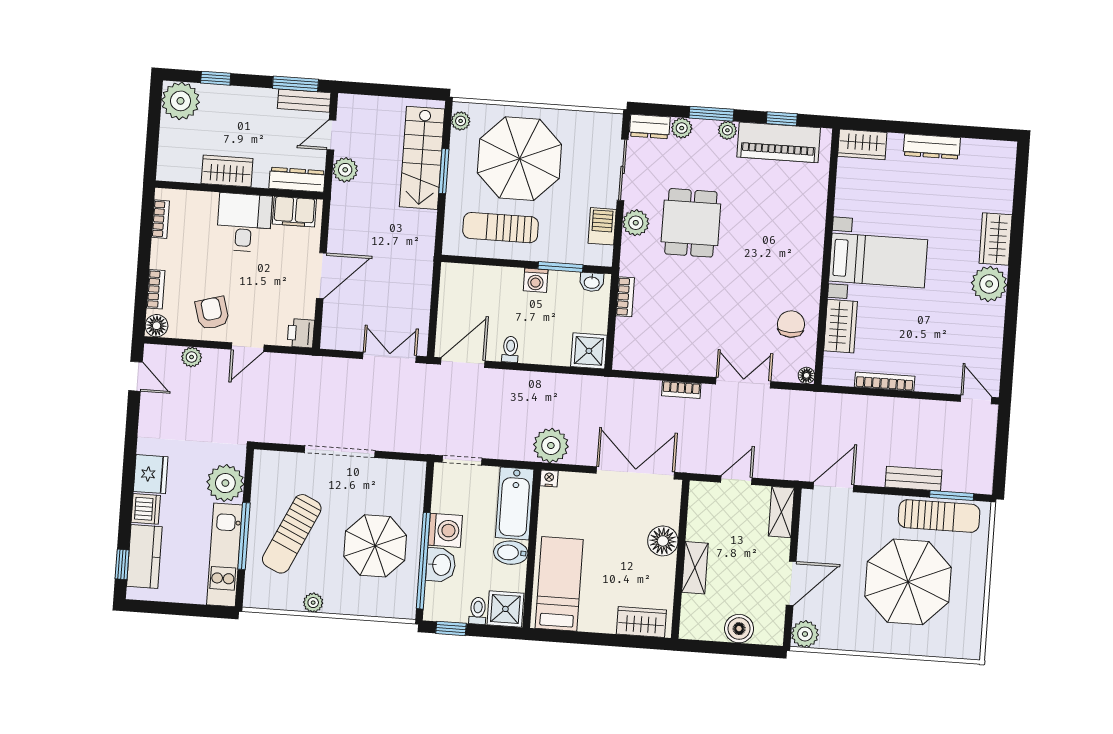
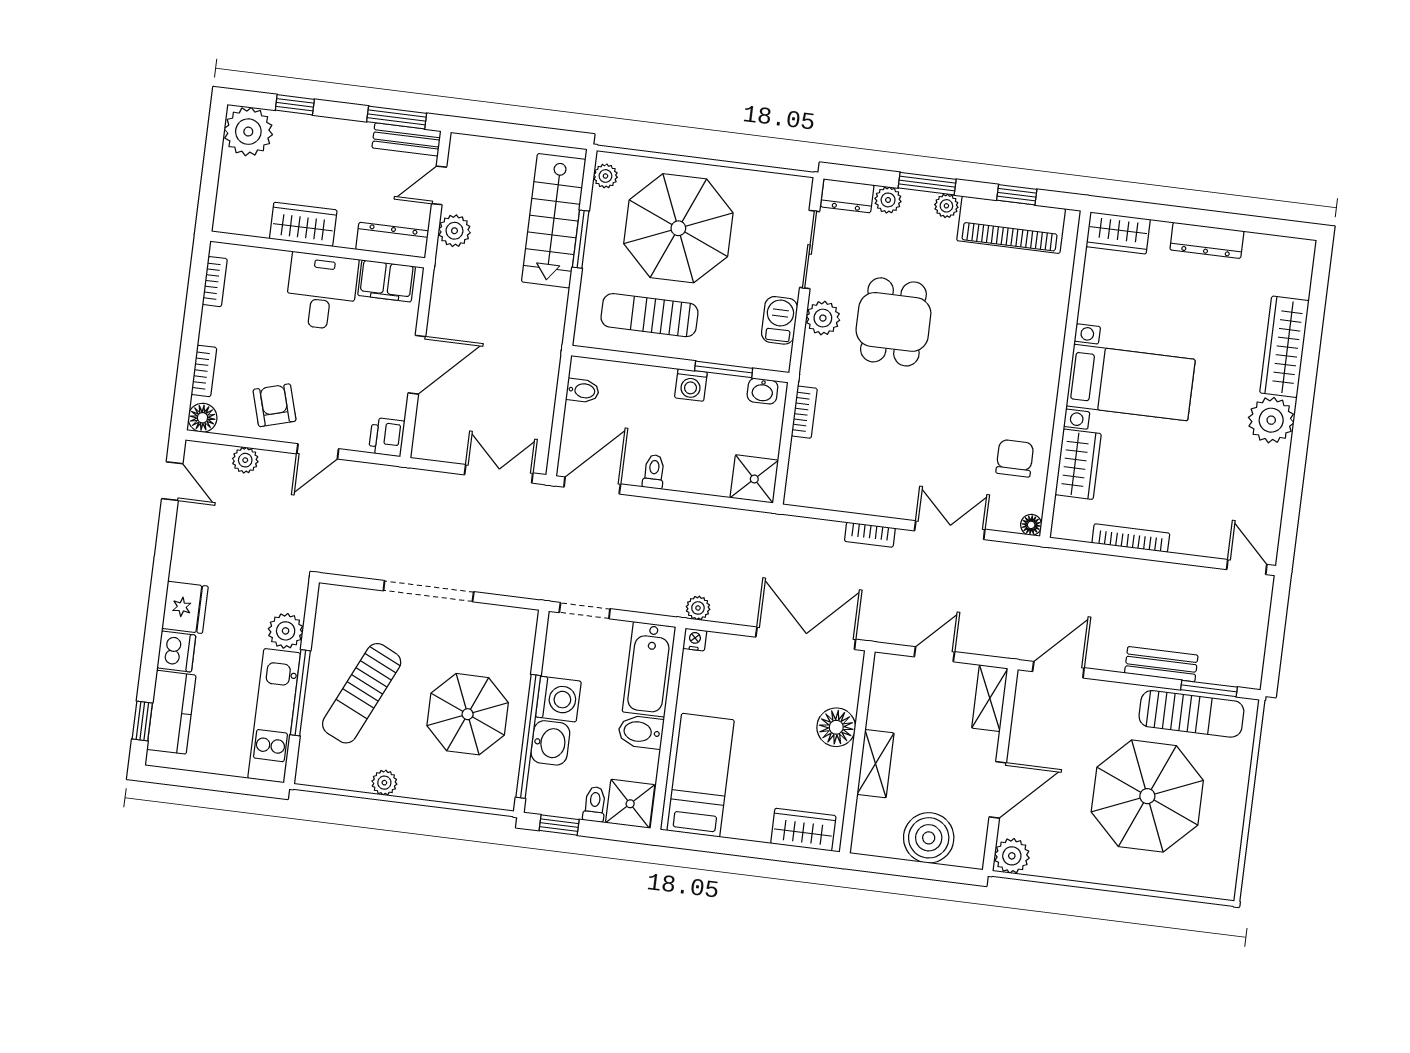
wardrobe: (996, 239) -> (1284, 347), width x1.50
bidet: (452, 289) -> (583, 391), added
plant: (551, 446) -> (698, 608), width x0.53, depth x0.53
plant: (225, 483) -> (286, 631), width x0.73, depth x0.73
boiler: (739, 629) -> (929, 838), width x1.37, depth x1.37

